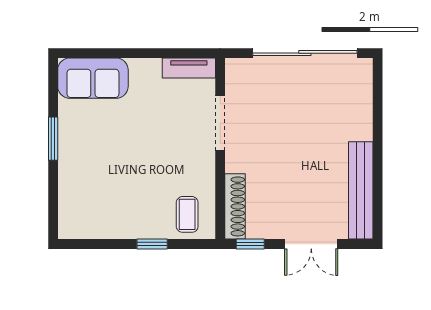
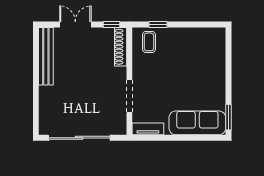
sofa: (93, 78) -> (197, 123), width x1.36
window: (53, 139) -> (229, 117), moved
window: (152, 244) -> (158, 24), moved

